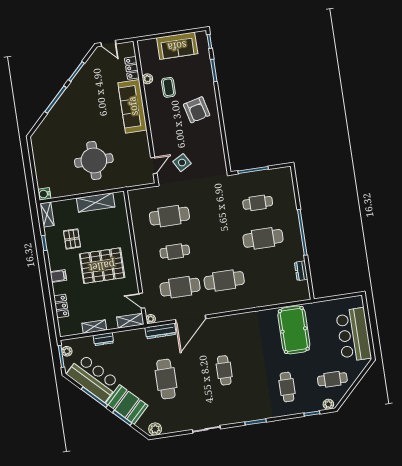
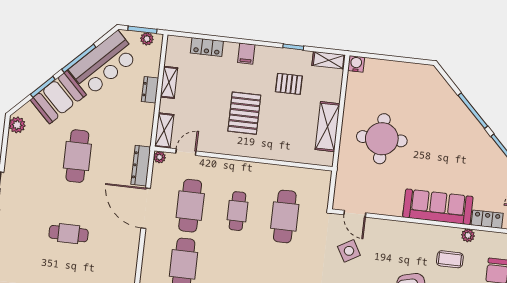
pallet: (102, 266) -> (244, 113), width x0.73, depth x0.71
cafe table: (166, 379) -> (77, 156), turned 90

